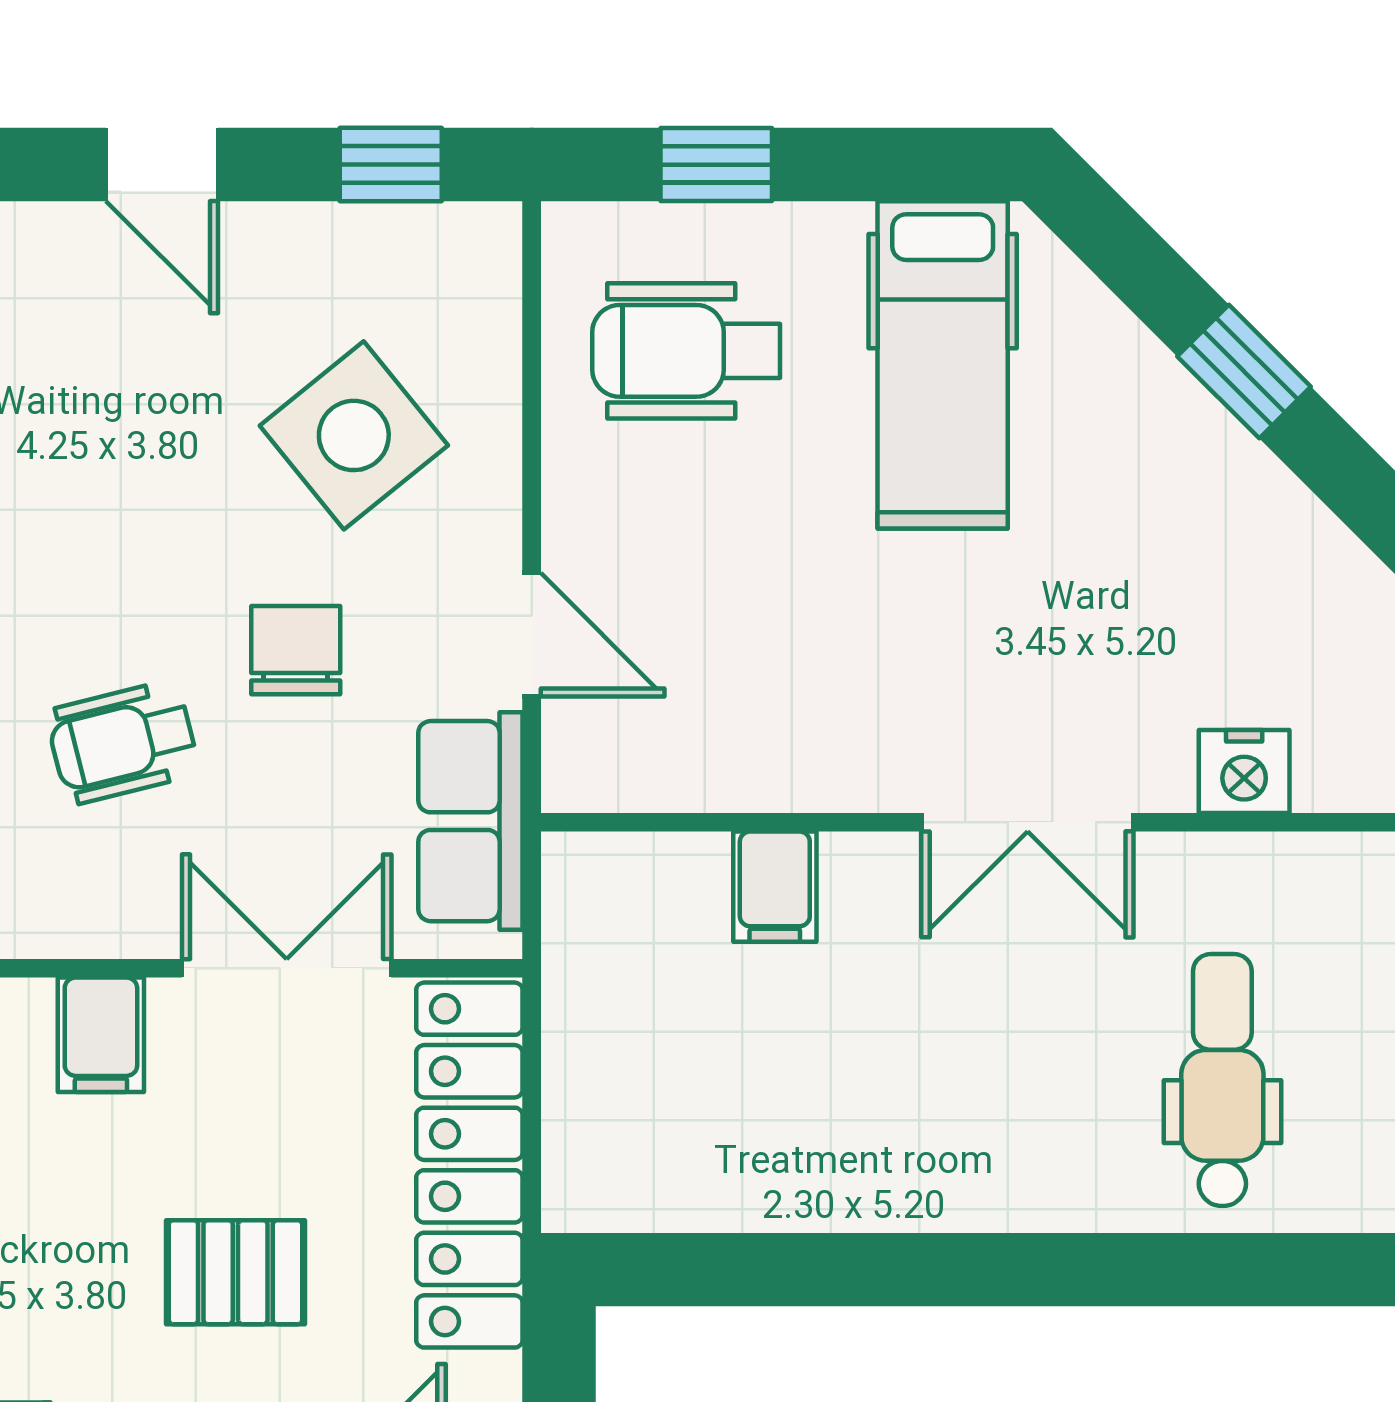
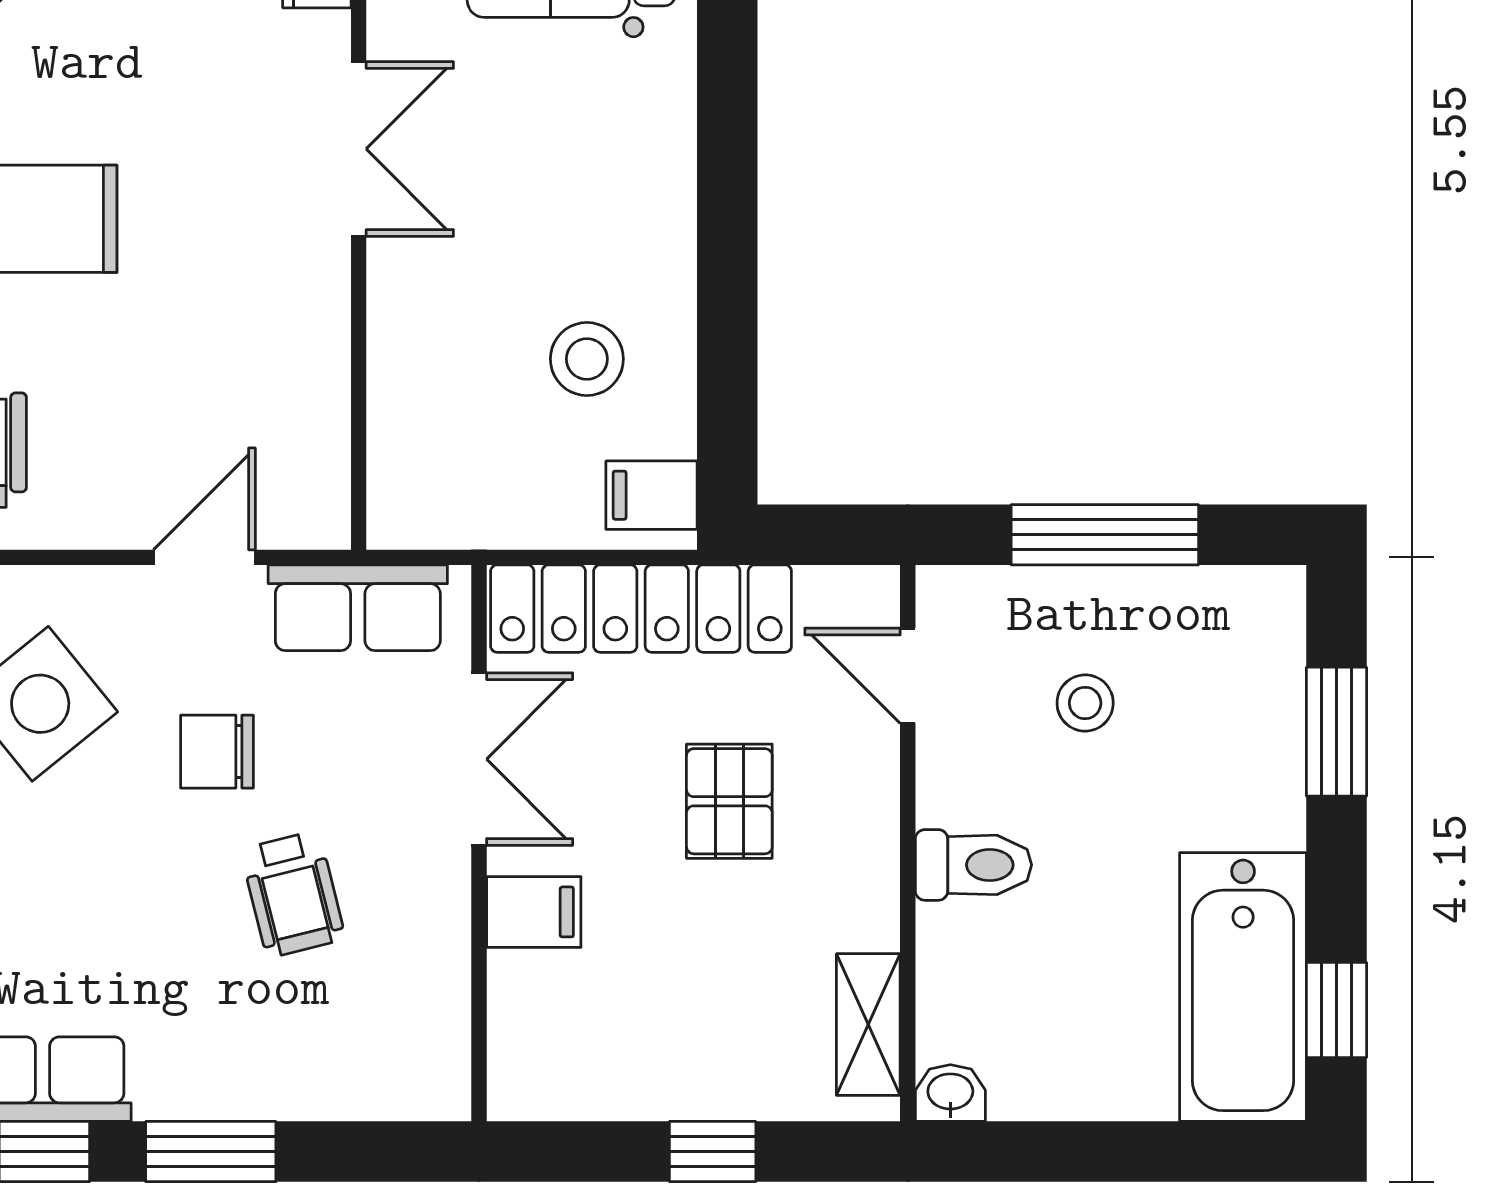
filing cabinet: (775, 887) -> (652, 495), moved, turned 180
double door: (287, 968) -> (479, 759), swing flipped
stool: (772, 1099) -> (587, 359), added

